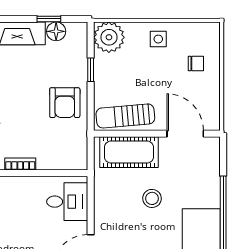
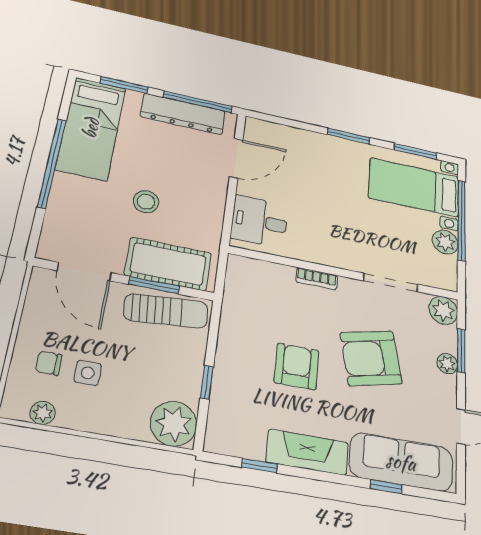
plant: (193, 30) -> (43, 413), added
floor lamp: (56, 31) -> (251, 446), removed
side table: (158, 39) -> (88, 373), moved
armchair: (65, 103) -> (297, 366), moved
window: (136, 134) -> (154, 285), added

